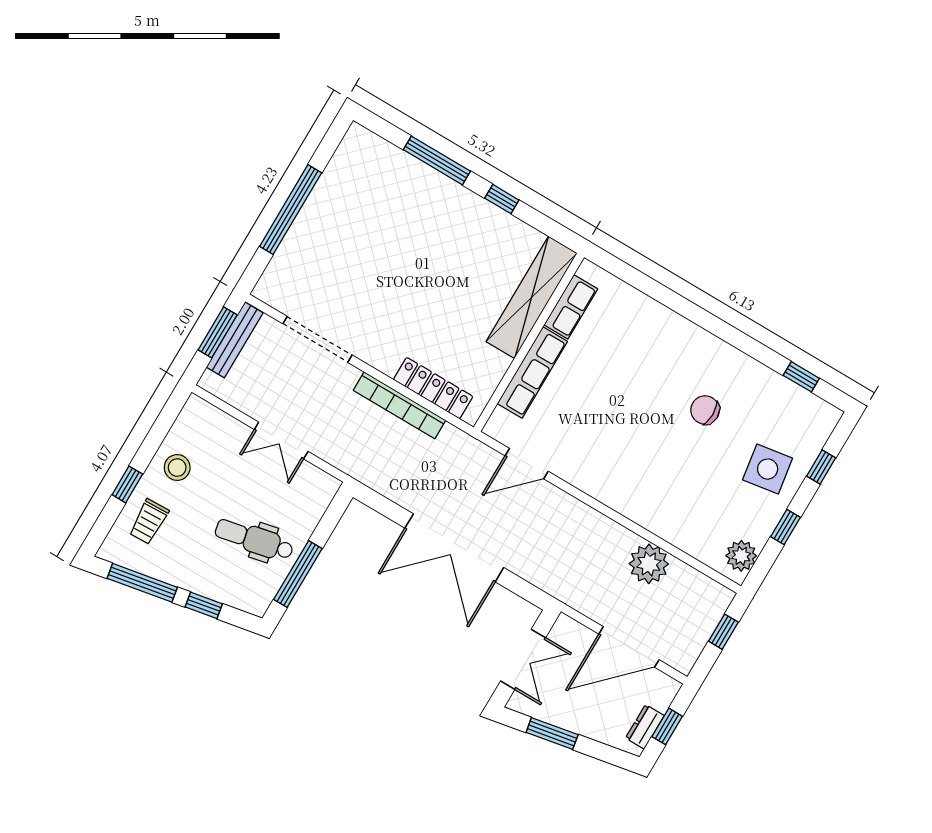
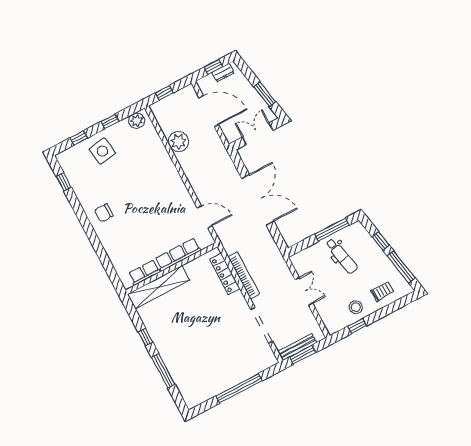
chair: (705, 410) -> (104, 213), moved, turned 90
window: (127, 484) -> (357, 326), moved

